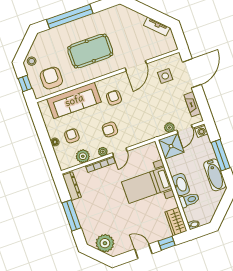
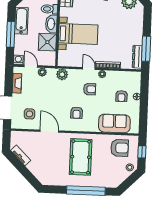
pool table: (90, 51) -> (81, 157), turned 90
door: (136, 66) -> (49, 131), hinge flipped
armchair: (51, 78) -> (120, 148), turned -90
sofa: (74, 100) -> (114, 123), width x0.73
door: (185, 129) -> (31, 66), hinge flipped
shower: (171, 146) -> (47, 42), moved
door: (120, 152) -> (89, 68), hinge flipped
plant: (83, 156) -> (62, 74), moved
window: (71, 215) -> (146, 49), moved

